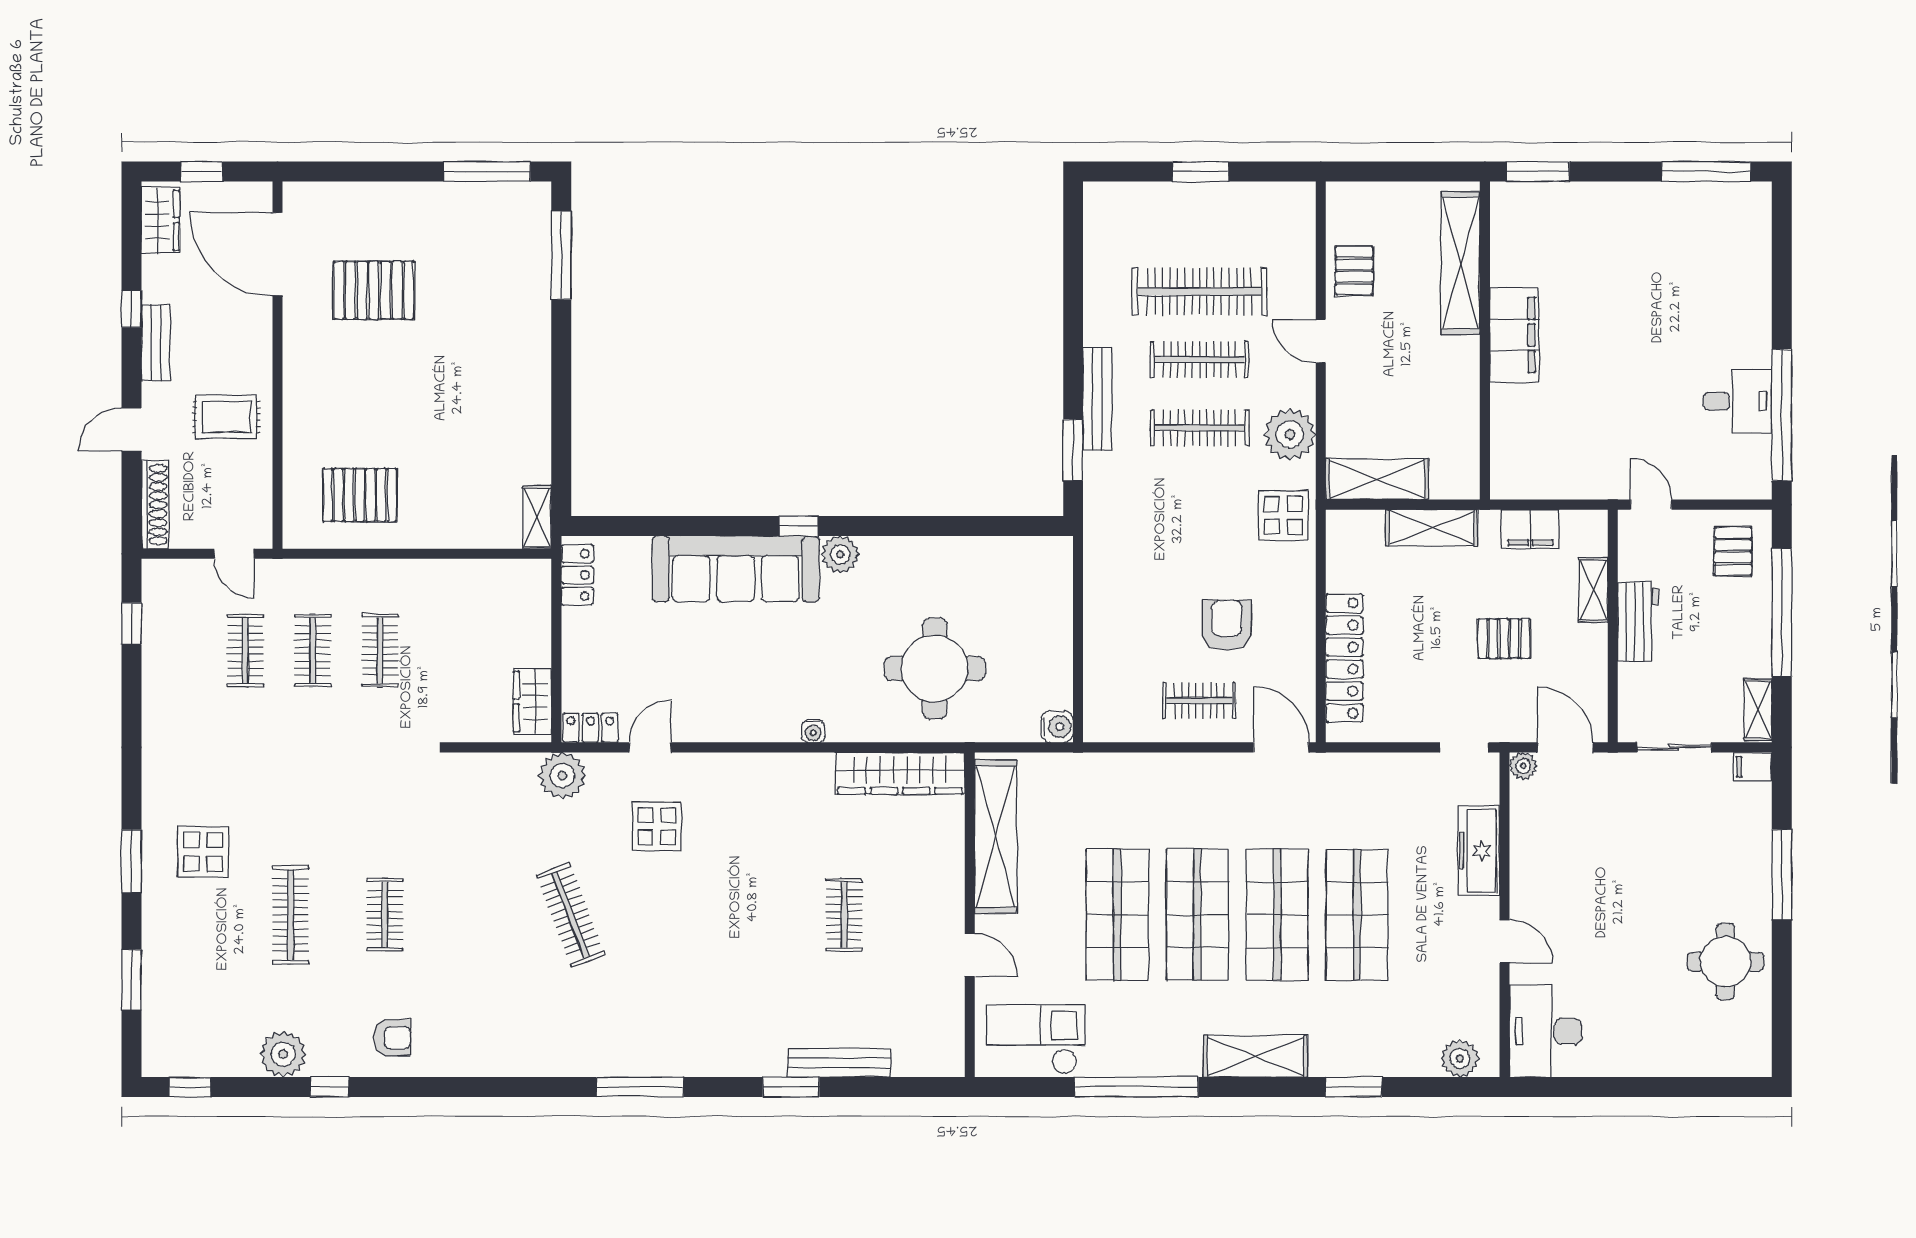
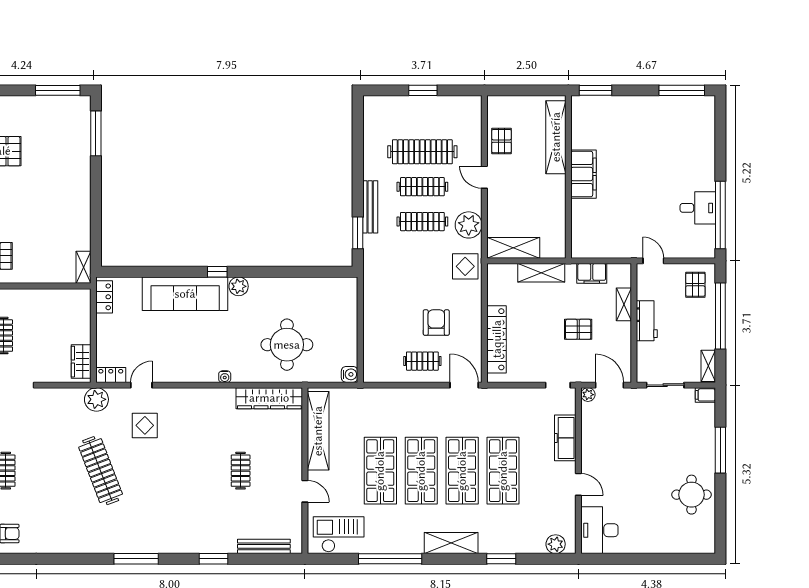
clothes rail: (570, 915) -> (101, 471), width x1.37, depth x1.31
bench: (839, 1063) -> (264, 546), moved

